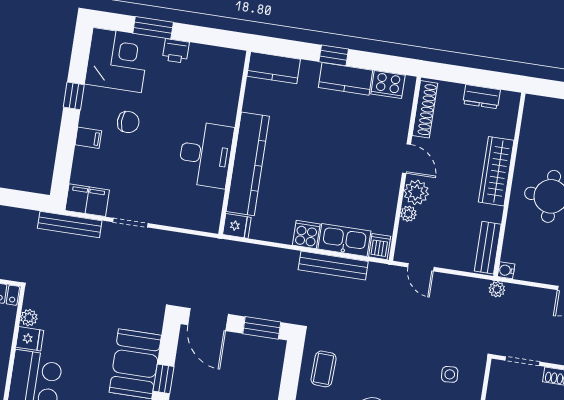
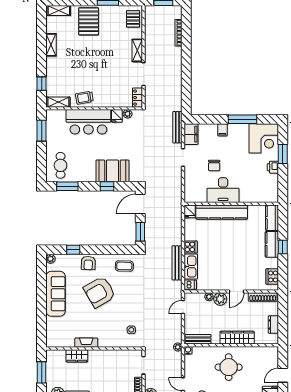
kitchen counter: (346, 79) -> (272, 244), moved
window: (74, 96) -> (242, 119), width x2.17
chair: (128, 122) -> (214, 166), moved

